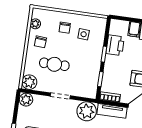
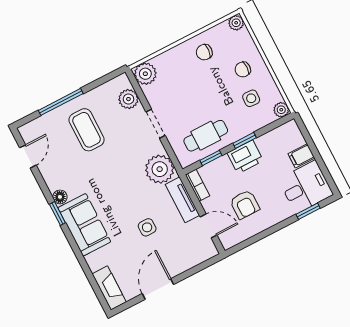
plant: (101, 22) -> (281, 110), added
plant: (35, 24) -> (236, 23), moved
printer: (115, 45) -> (245, 157), moved
cafe table: (54, 64) -> (206, 136), moved, turned 90
plant: (26, 100) -> (128, 99), moved

